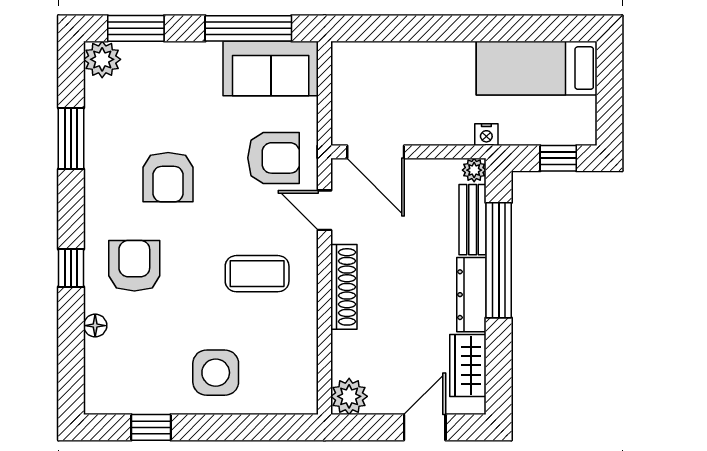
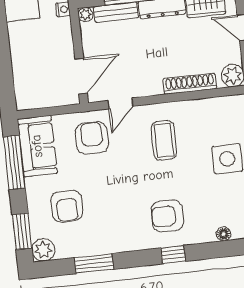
armchair: (168, 177) -> (67, 206), moved, turned 90
shoe rack: (344, 287) -> (190, 84), moved
floor lamp: (95, 326) -> (224, 234), moved

